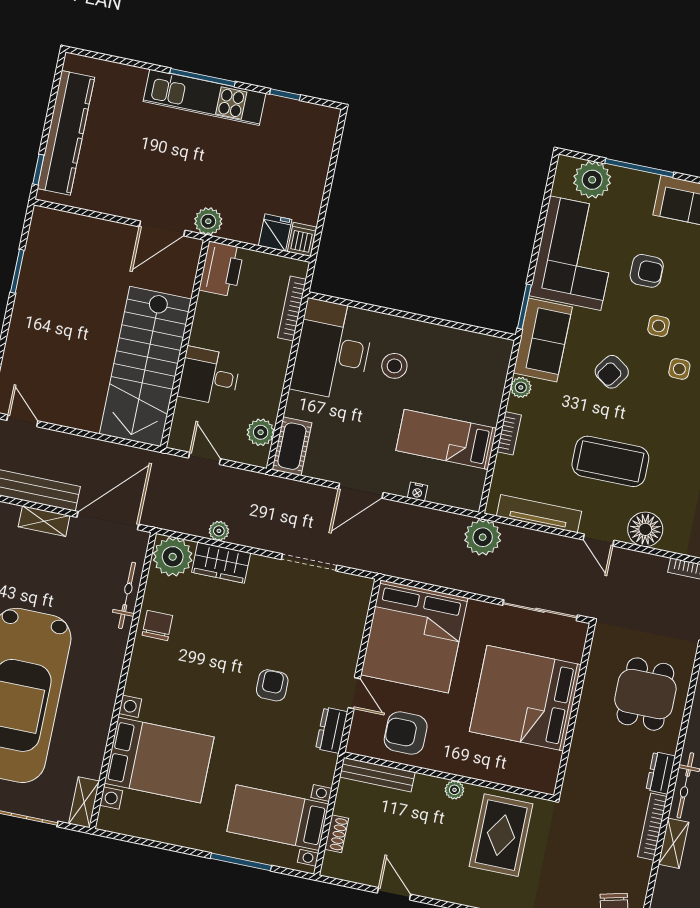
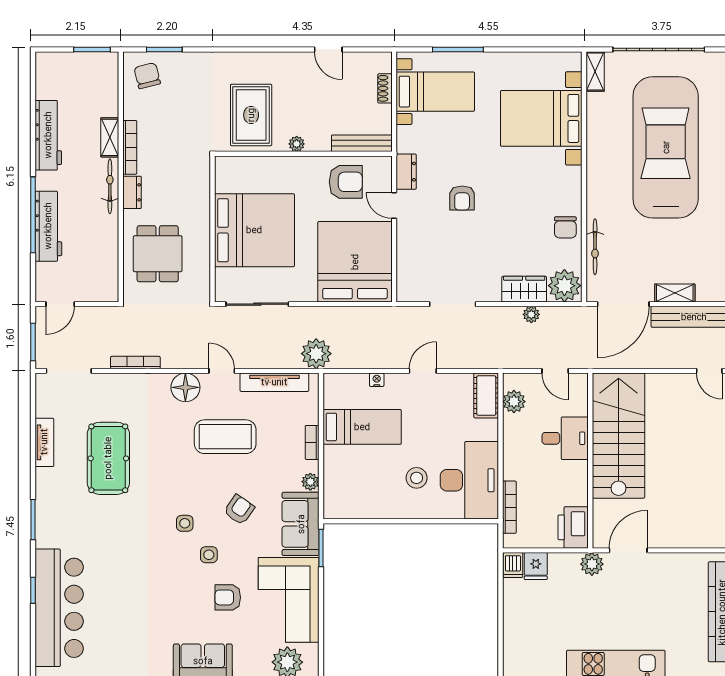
door: (361, 491) -> (423, 371), width x0.73

